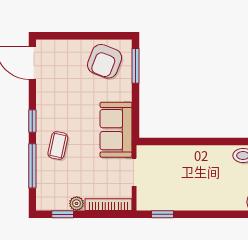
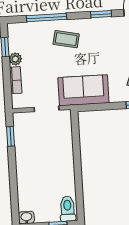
window: (32, 121) -> (101, 14), moved
bookcase: (109, 205) -> (16, 80), width x0.64

